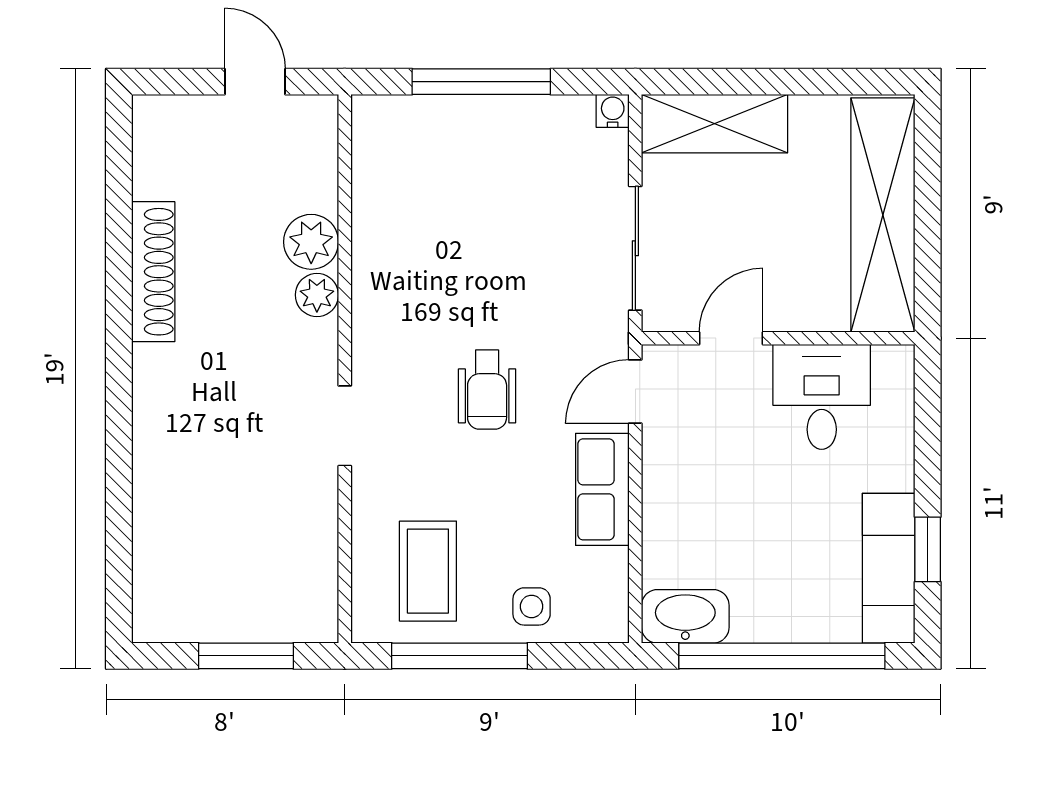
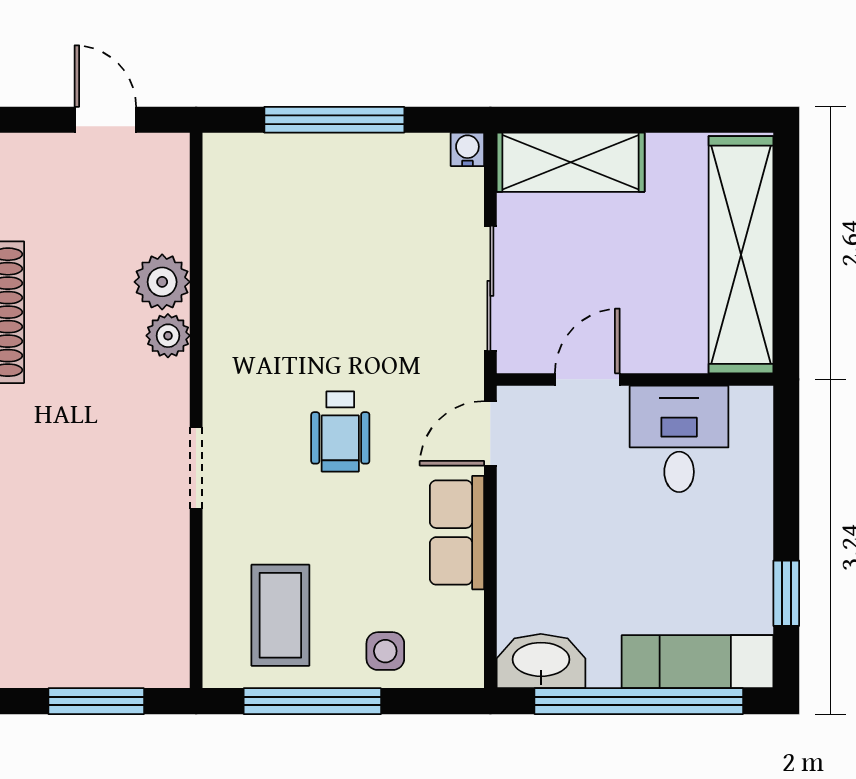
exam couch: (889, 568) -> (697, 662), moved, turned 90

